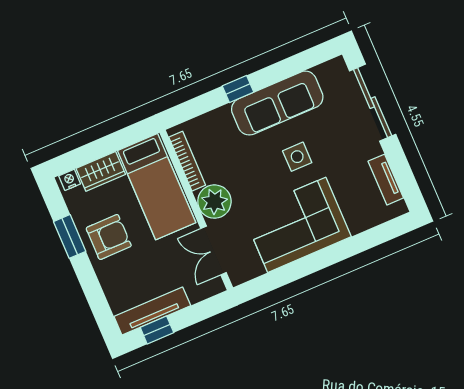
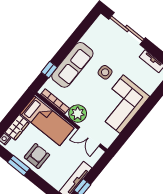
window: (238, 89) -> (49, 70), moved
sofa: (277, 103) -> (72, 65), moved

